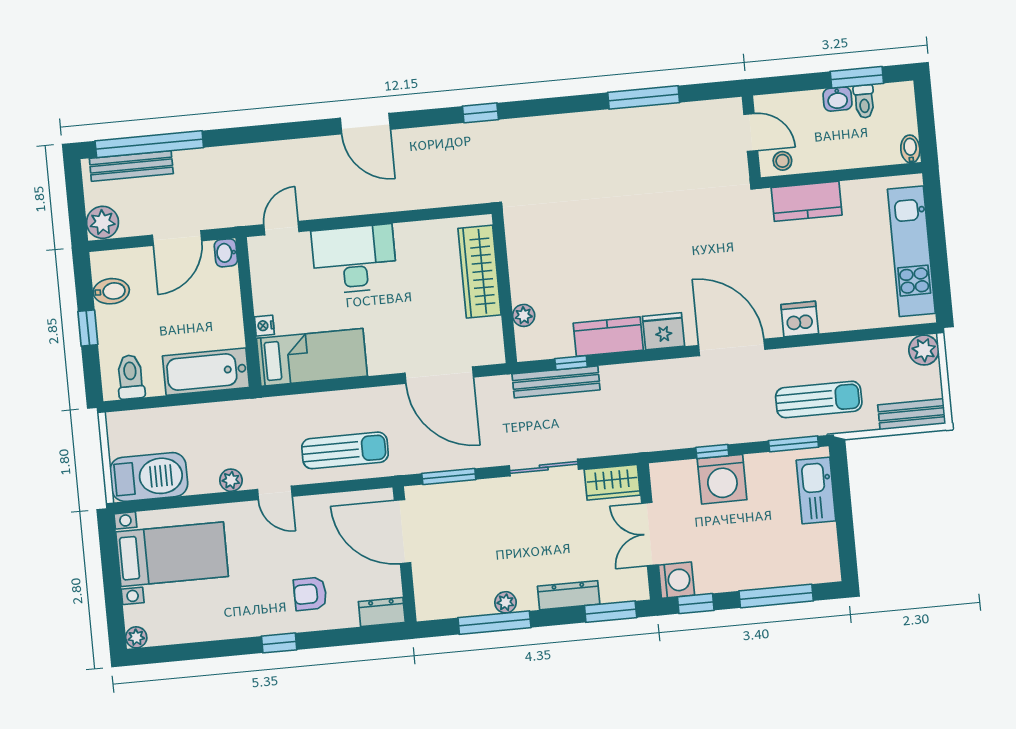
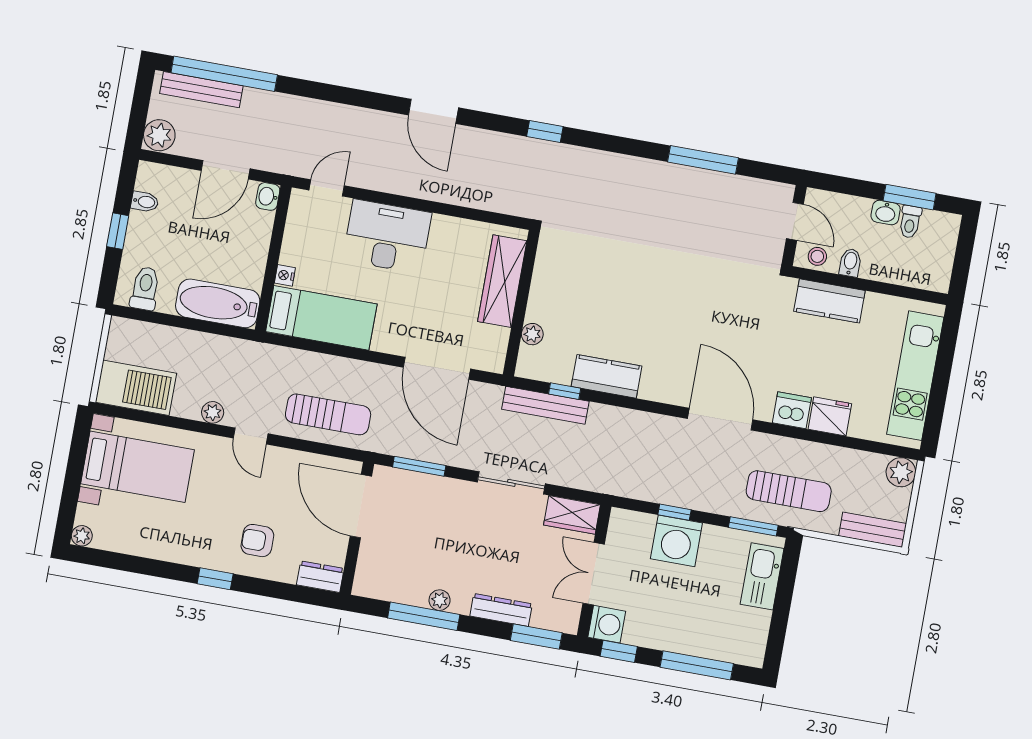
bidet: (910, 149) -> (850, 263), moved
bidet: (111, 291) -> (145, 202), width x0.72, depth x0.74
fridge: (663, 331) -> (830, 416), moved

